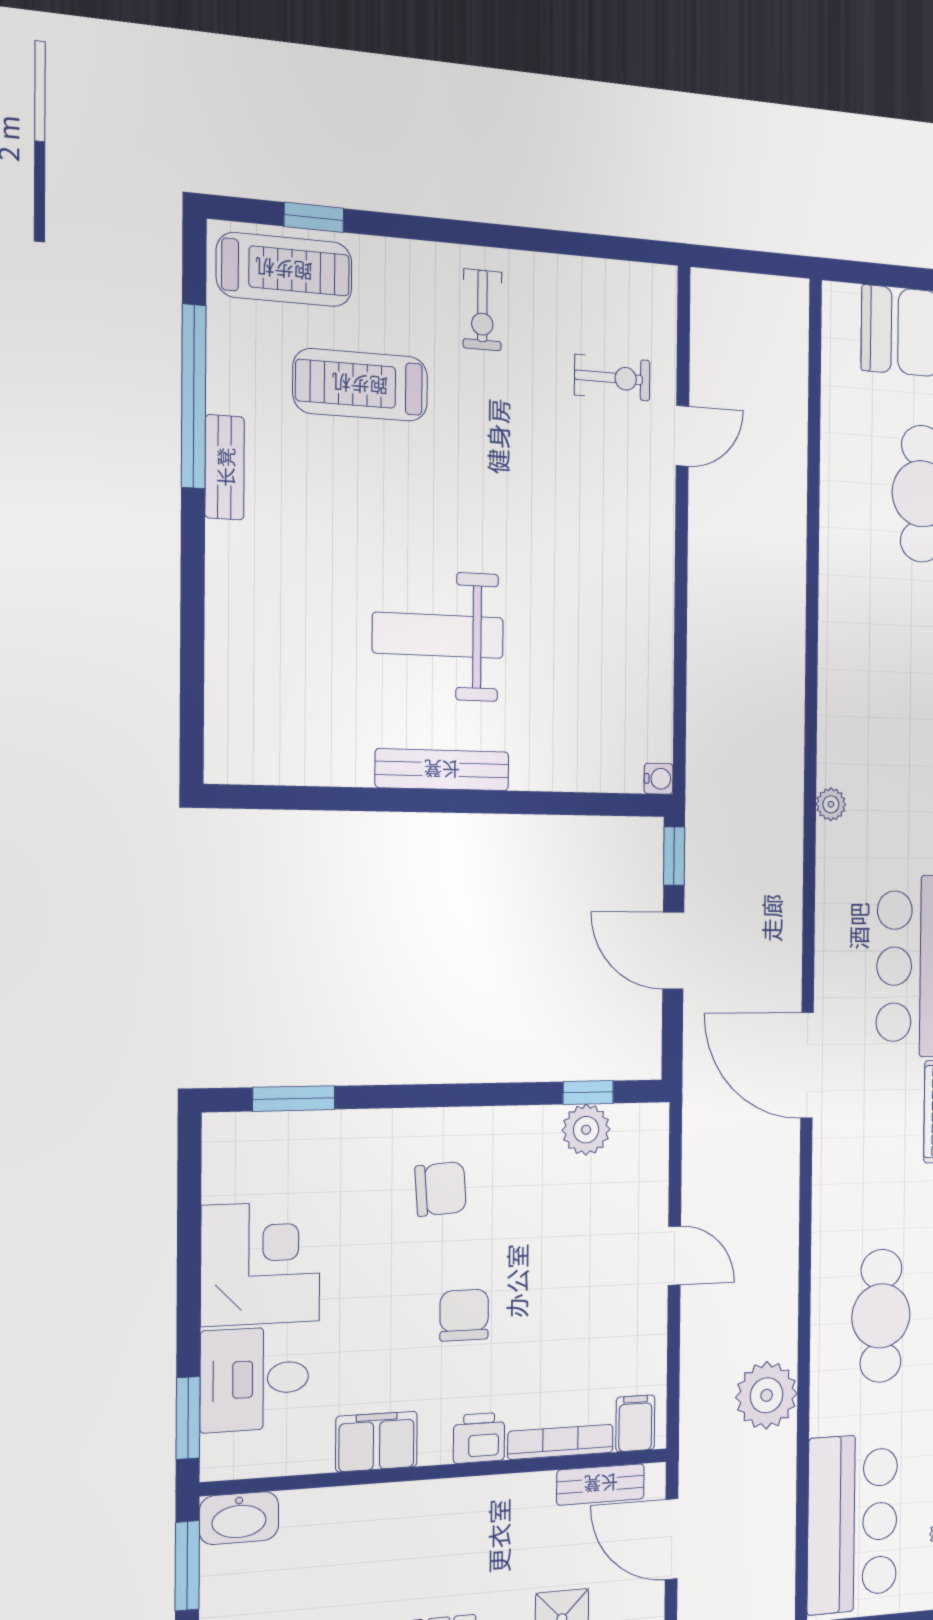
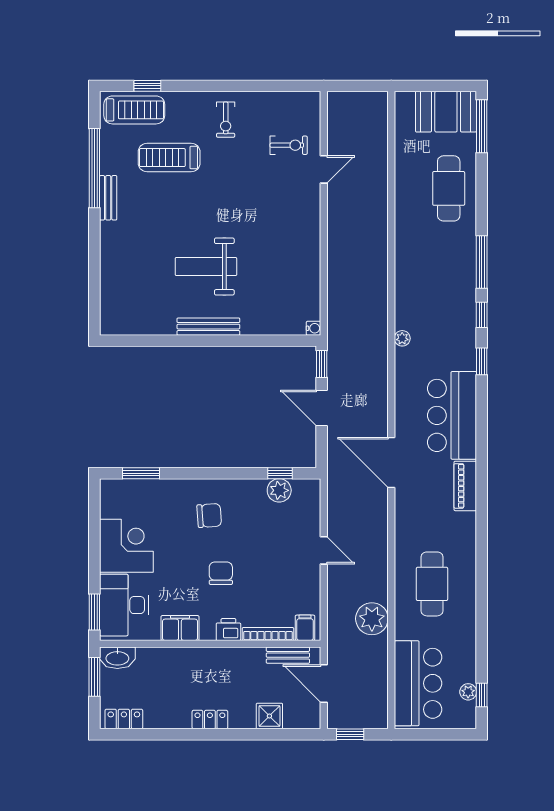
desk: (255, 1379) -> (124, 605), width x1.37

